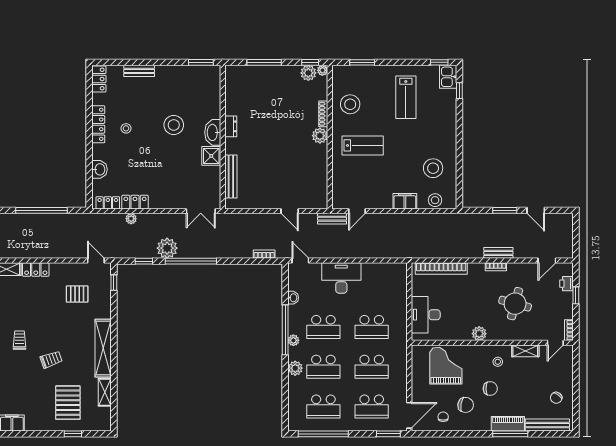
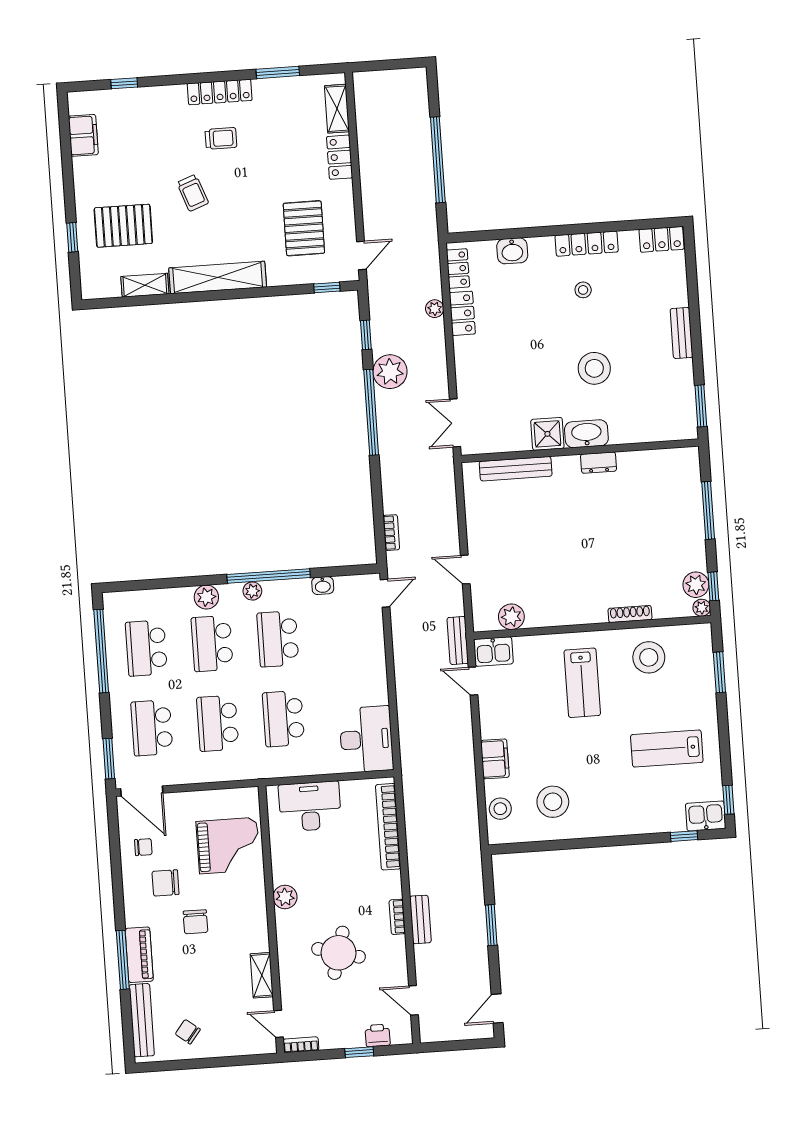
bench: (139, 71) -> (681, 333), moved
plant: (320, 136) -> (511, 617), moved
kitchen sink: (340, 198) -> (493, 651), added
door: (536, 210) -> (497, 1009), moved
door: (290, 211) -> (465, 570), hinge flipped
desk: (341, 278) -> (366, 739), moved
pallet: (77, 294) -> (304, 228), width x1.50, depth x1.42
stool: (498, 362) -> (240, 931), removed
chair: (466, 405) -> (166, 883), turned 80

